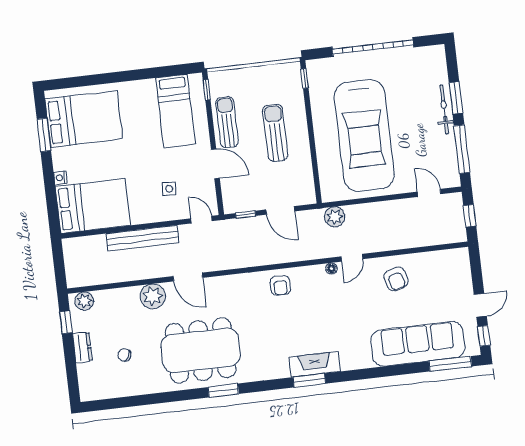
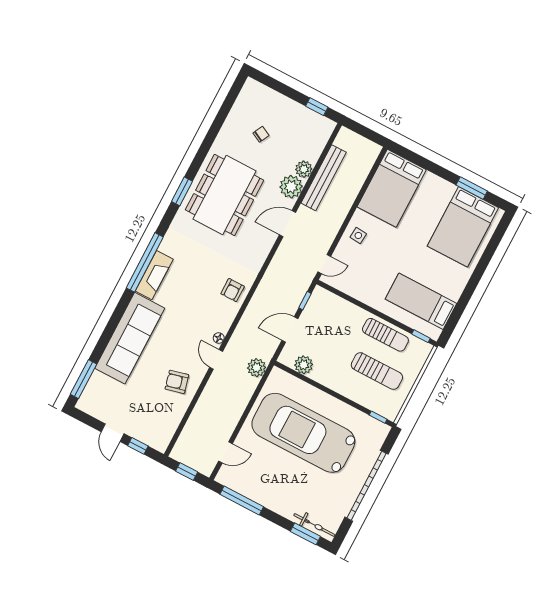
window: (456, 98) -> (305, 534), moved
bicycle: (444, 110) -> (314, 525), moved
sun lounger: (275, 133) -> (377, 371), moved
door: (215, 164) -> (360, 304), removed
plant: (304, 177) -> (304, 365), added
nightstand: (60, 178) -> (430, 178), removed
side table: (169, 189) -> (358, 235), moved
bench: (143, 238) -> (324, 178), moved
armchair: (280, 285) -> (233, 290), turned -90
plant: (84, 301) -> (304, 169), moved
window: (484, 336) -> (138, 446), moved
sofa: (418, 344) -> (130, 338), moved
dresser: (82, 347) -> (289, 106), removed
window: (309, 380) -> (145, 262), width x2.11

